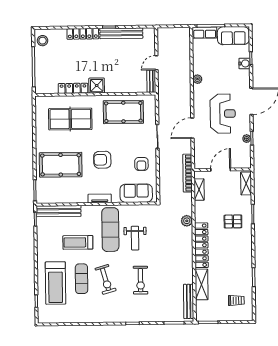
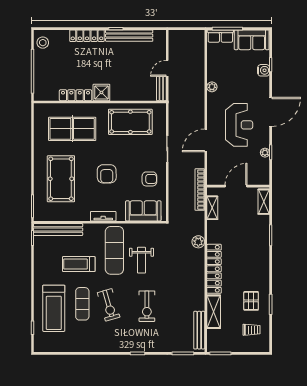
armchair: (102, 160) -> (107, 174), turned -90
armchair: (141, 164) -> (149, 179), turned -90
pool table: (61, 165) -> (61, 179), turned 90
pallet: (233, 221) -> (251, 301), moved, turned 90

